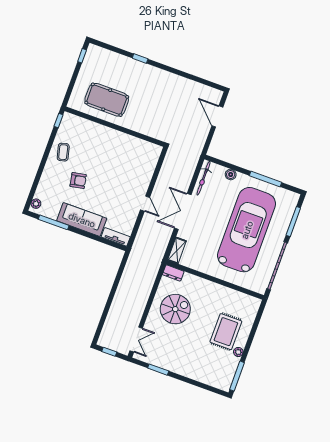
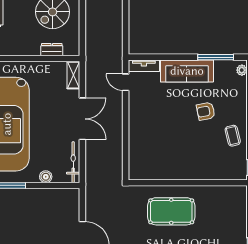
pool table: (107, 100) -> (171, 211), moved
door: (145, 204) -> (126, 82), moved
dresser: (173, 273) -> (52, 50), moved

